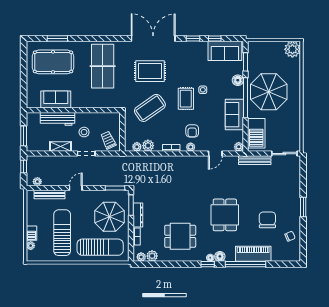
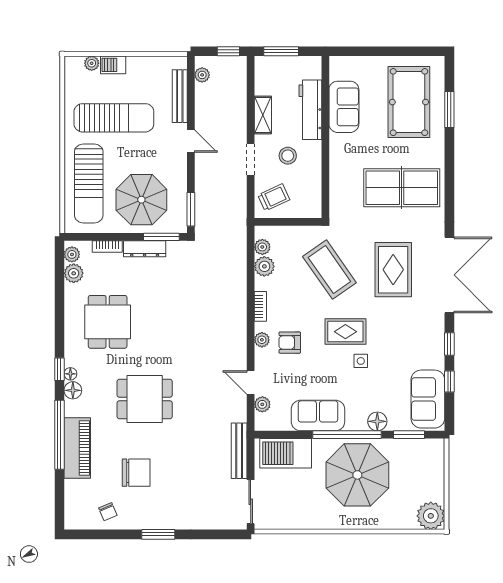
plant: (239, 147) -> (262, 404), moved

